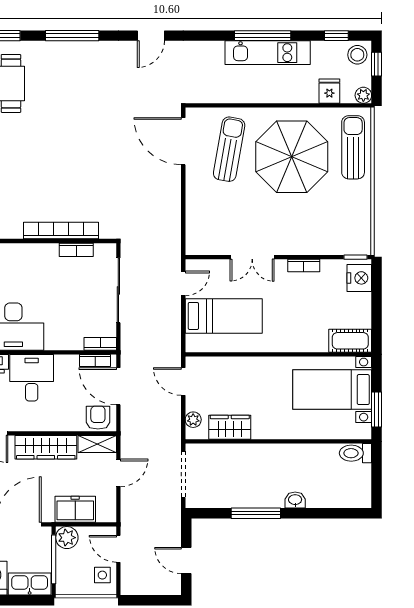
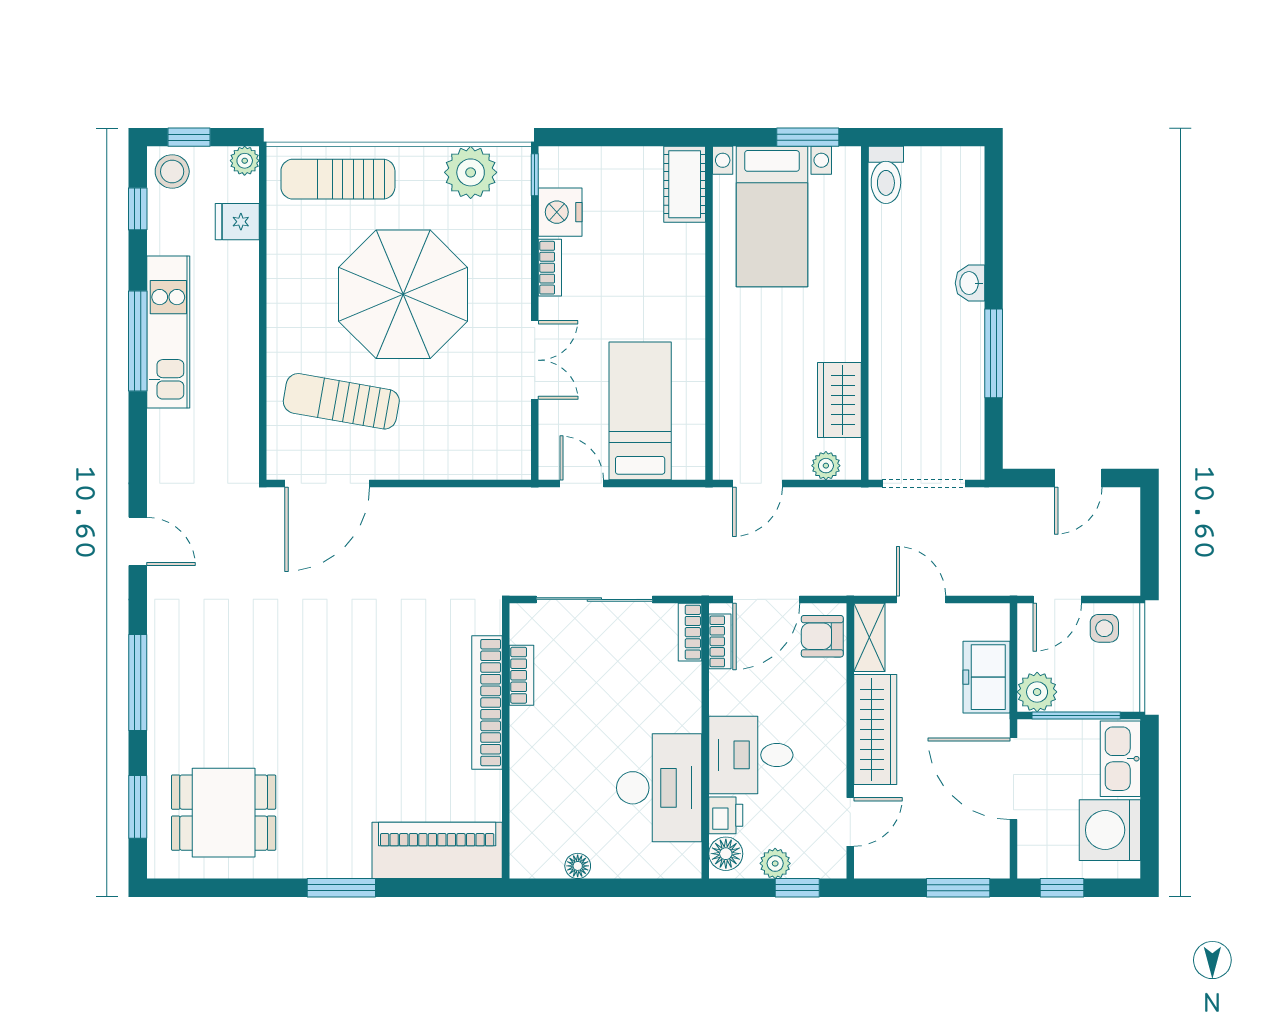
parasol: (292, 157) -> (403, 294), moved
plant: (357, 221) -> (471, 172), added
nightstand: (359, 278) -> (560, 212), moved, turned -90

